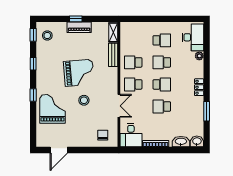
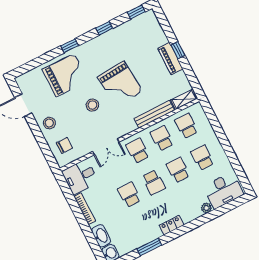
stool: (47, 36) -> (49, 123), moved
school desk: (133, 40) -> (186, 126), added
school desk: (162, 40) -> (202, 158), turned 180
bench: (113, 55) -> (154, 114), width x1.36

